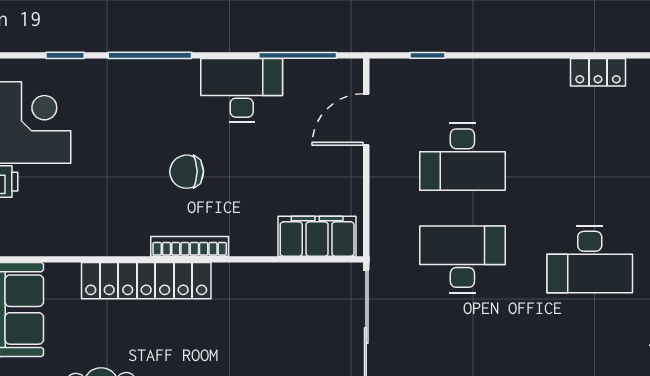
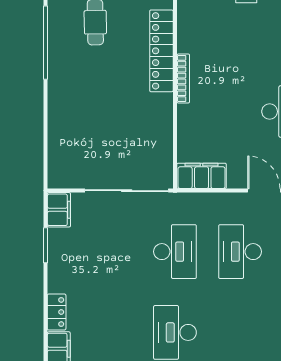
chair: (187, 172) -> (231, 77), removed
filing cabinet: (317, 236) -> (202, 176), moved, turned -90

